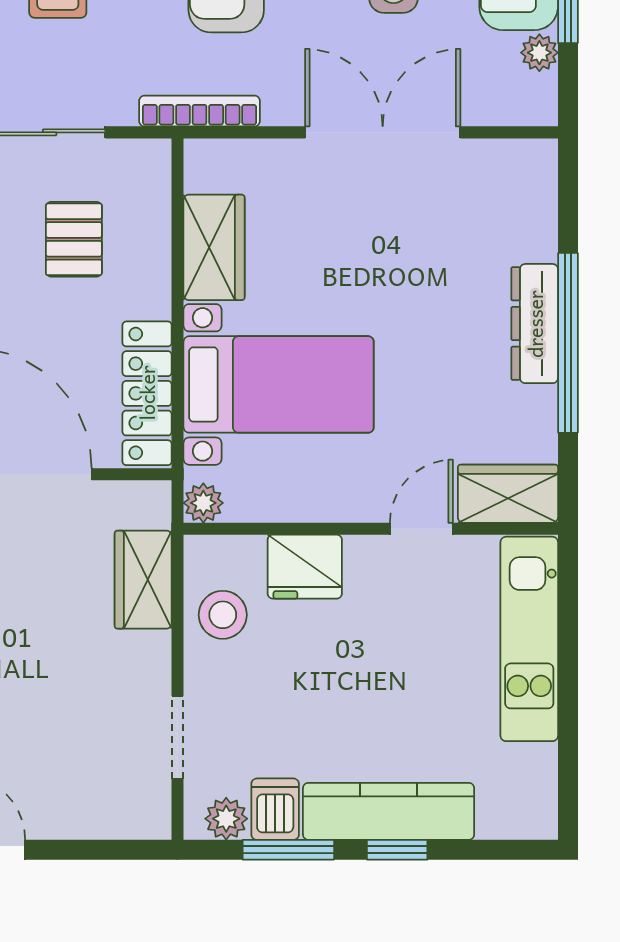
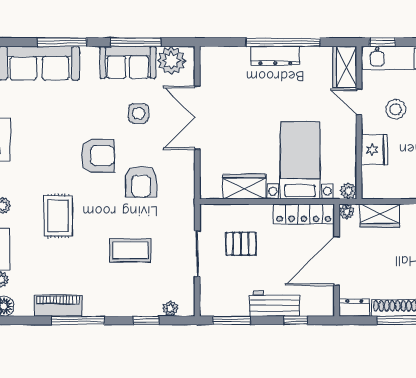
plant: (539, 53) -> (171, 60), width x1.87, depth x1.87
bookcase: (200, 111) -> (189, 193), removed
plant: (153, 499) -> (347, 211), added
window: (568, 587) -> (383, 42), added
stool: (223, 615) -> (396, 109), moved

